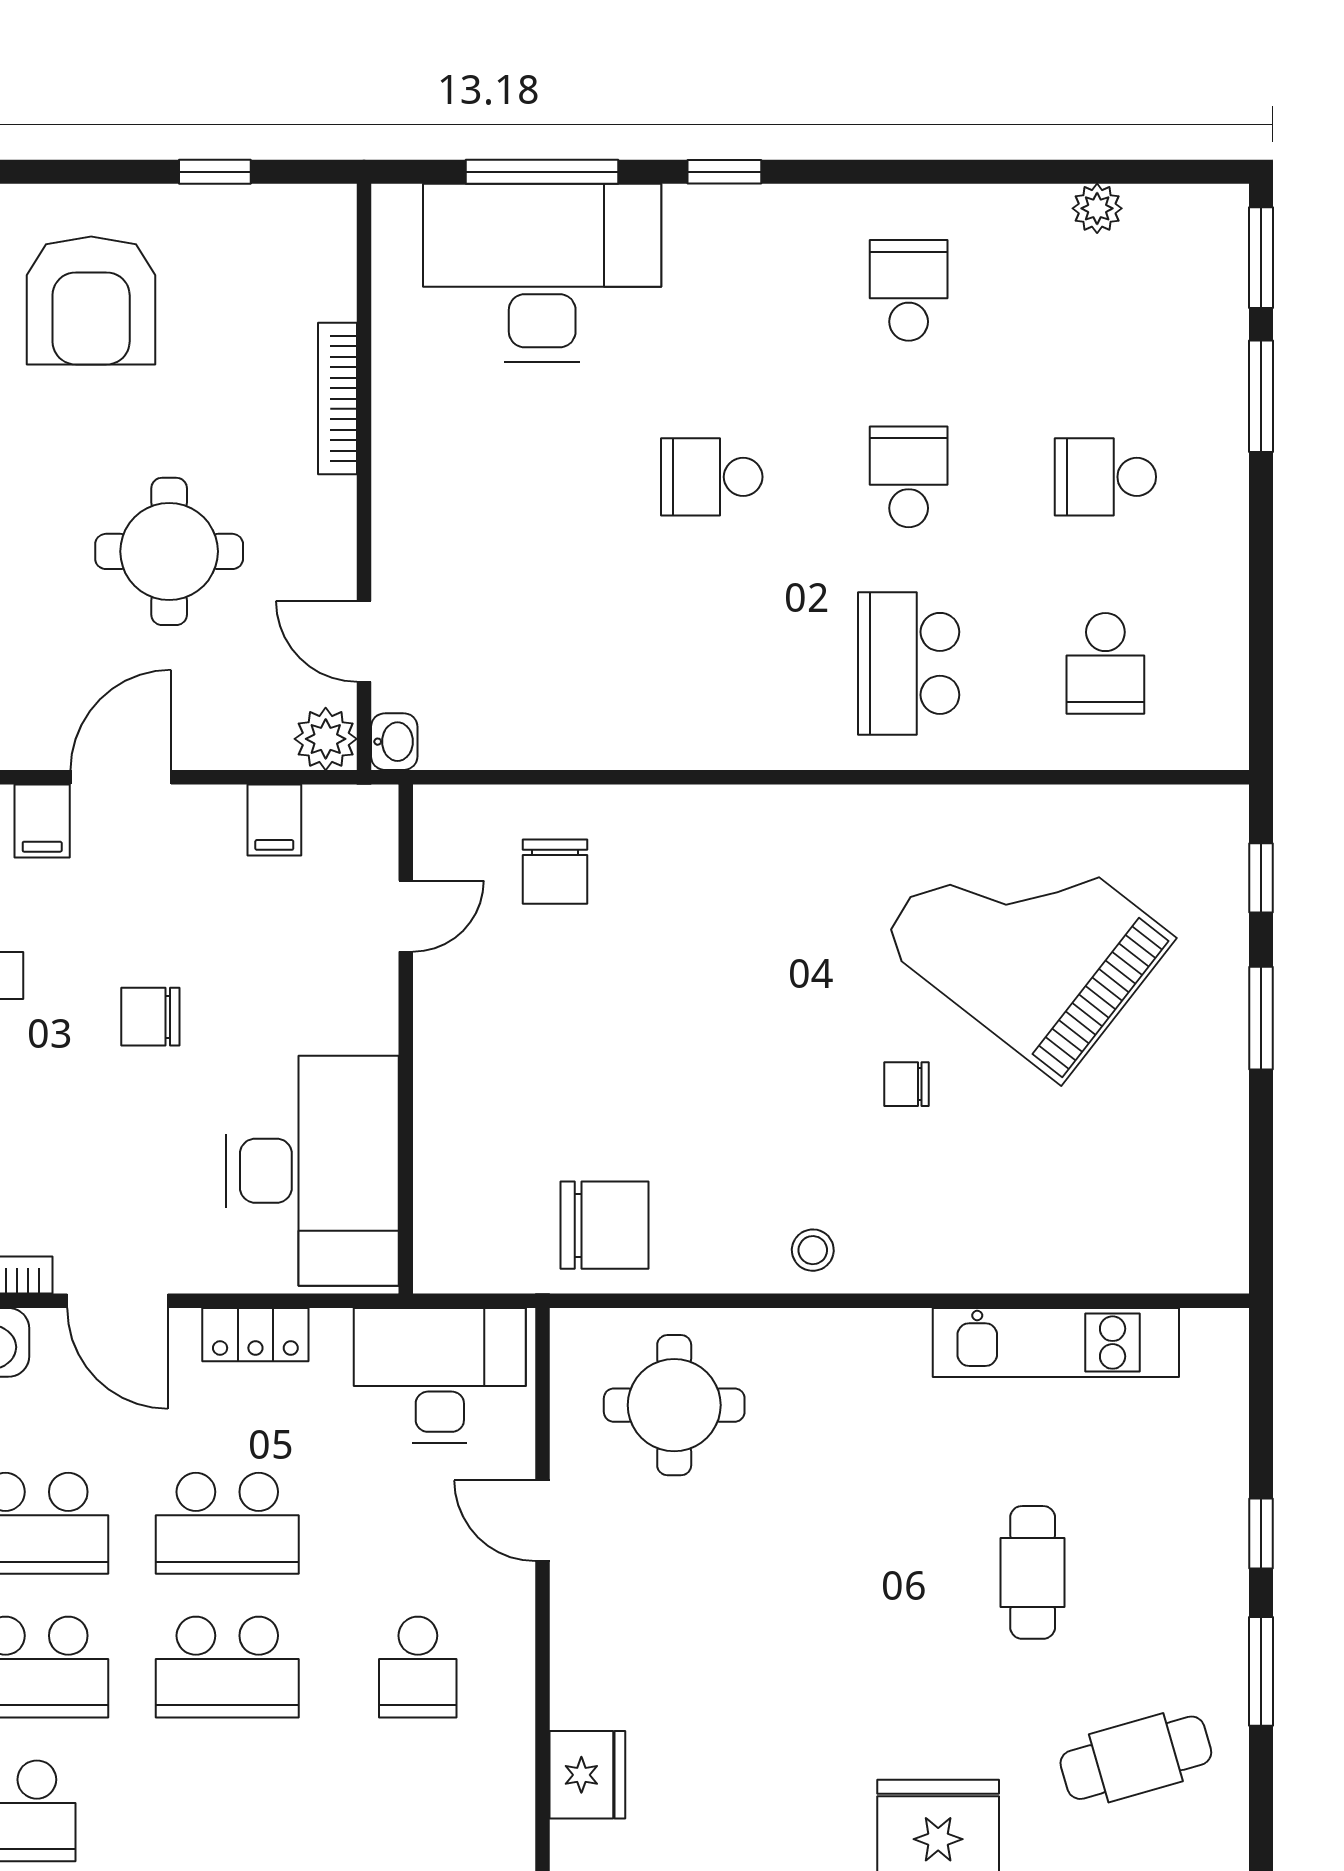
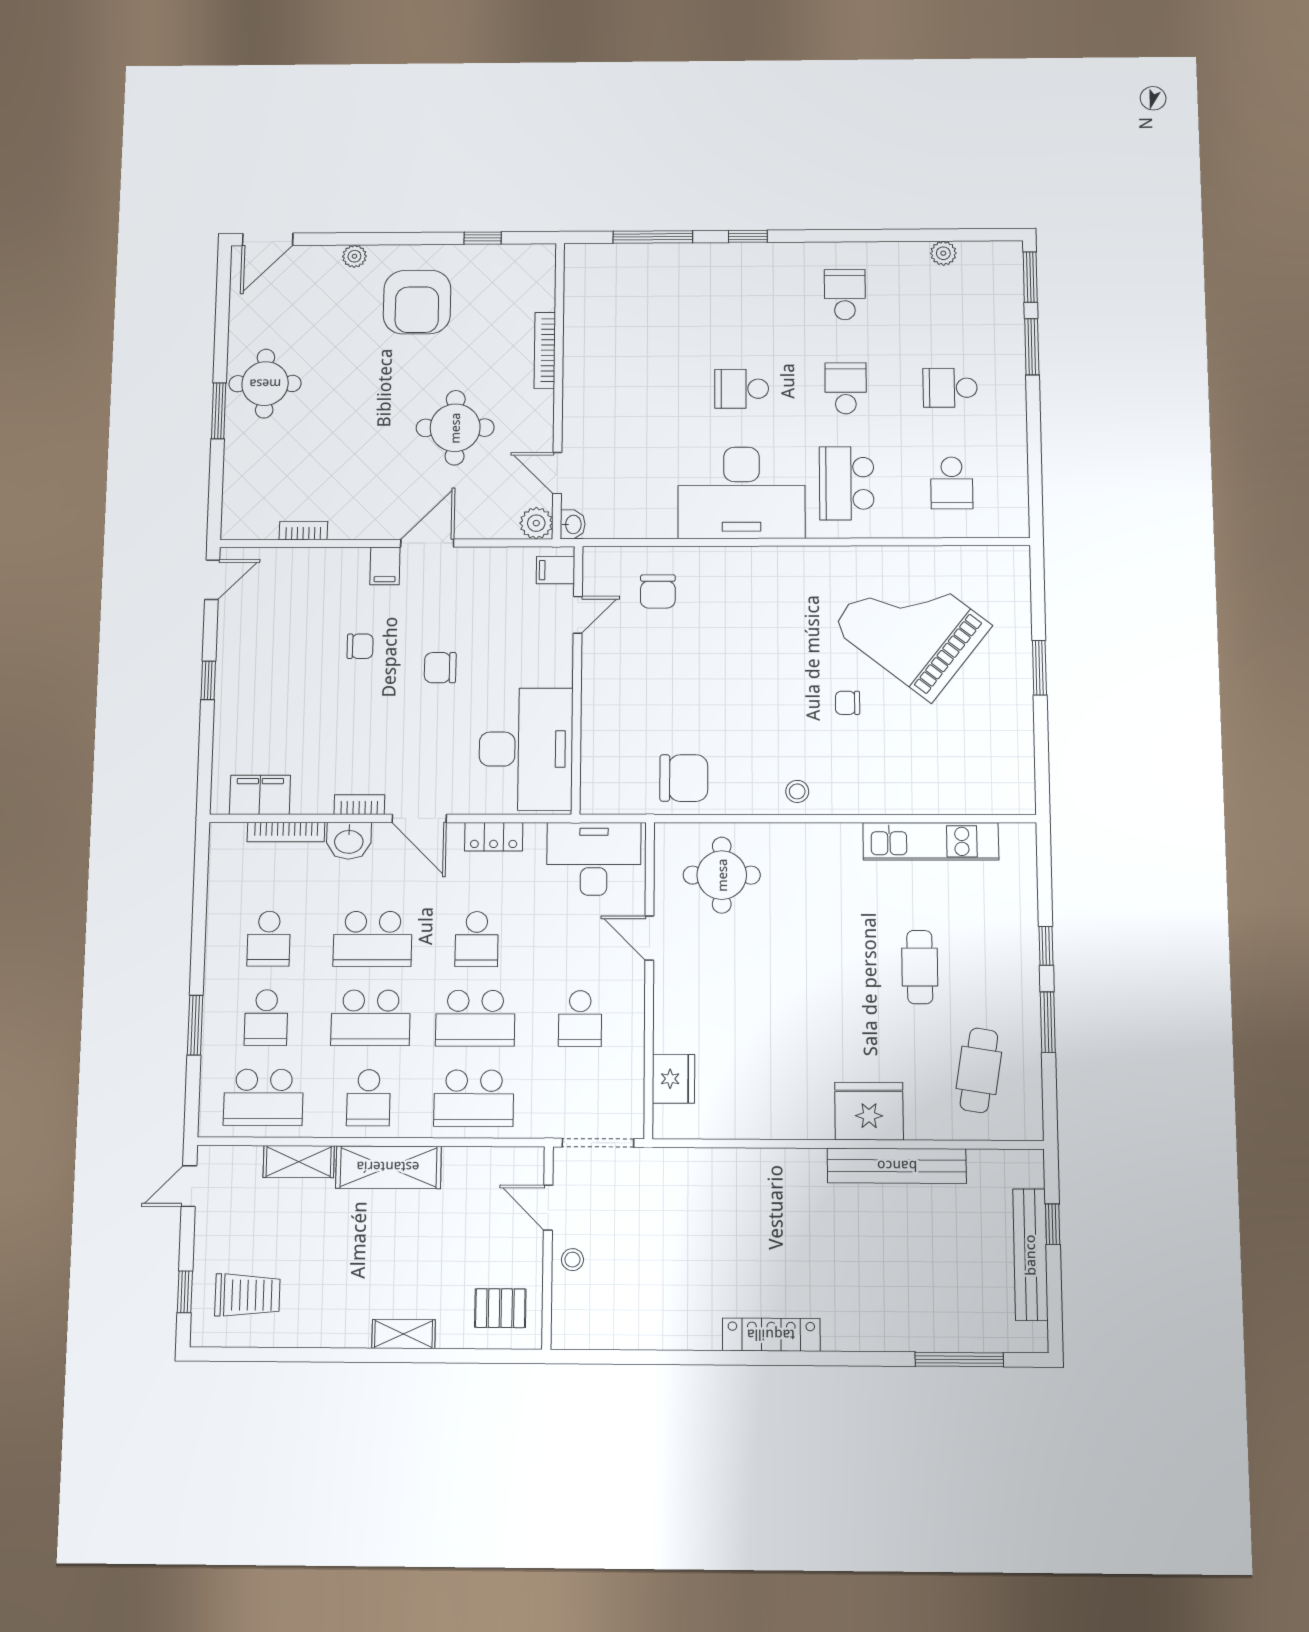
desk: (542, 273) -> (741, 493), moved, turned 180
filing cabinet: (274, 820) -> (555, 570), moved, turned 90
window: (1261, 878) -> (1038, 594), removed
school desk: (227, 1523) -> (477, 939), width x0.54
cafe table: (1136, 1758) -> (979, 1070), turned -65
school desk: (227, 1811) -> (474, 1098), added

